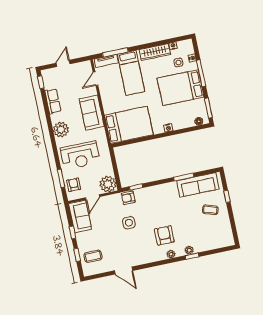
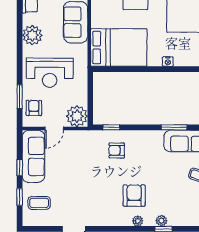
armchair: (128, 198) -> (117, 150), moved
sofa: (80, 216) -> (33, 156), width x1.36
side table: (129, 223) -> (93, 170), removed

